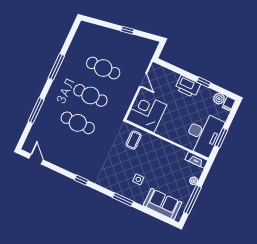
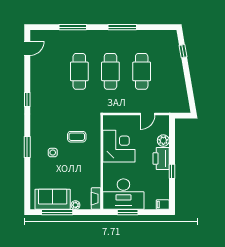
window: (127, 30) -> (183, 51), moved
plant: (219, 99) -> (163, 141), moved
corner desk: (146, 112) -> (119, 146), moved
coffee table: (134, 140) -> (77, 137), moved
sofa: (163, 204) -> (53, 199), moved, turned -90

